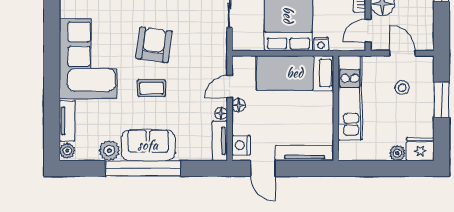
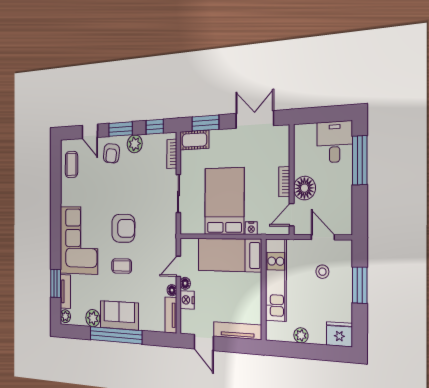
armchair: (154, 45) -> (123, 228), turned 82
window: (52, 112) -> (56, 283), added
nightstand: (241, 145) -> (187, 300), moved
plant: (397, 153) -> (301, 335), moved

